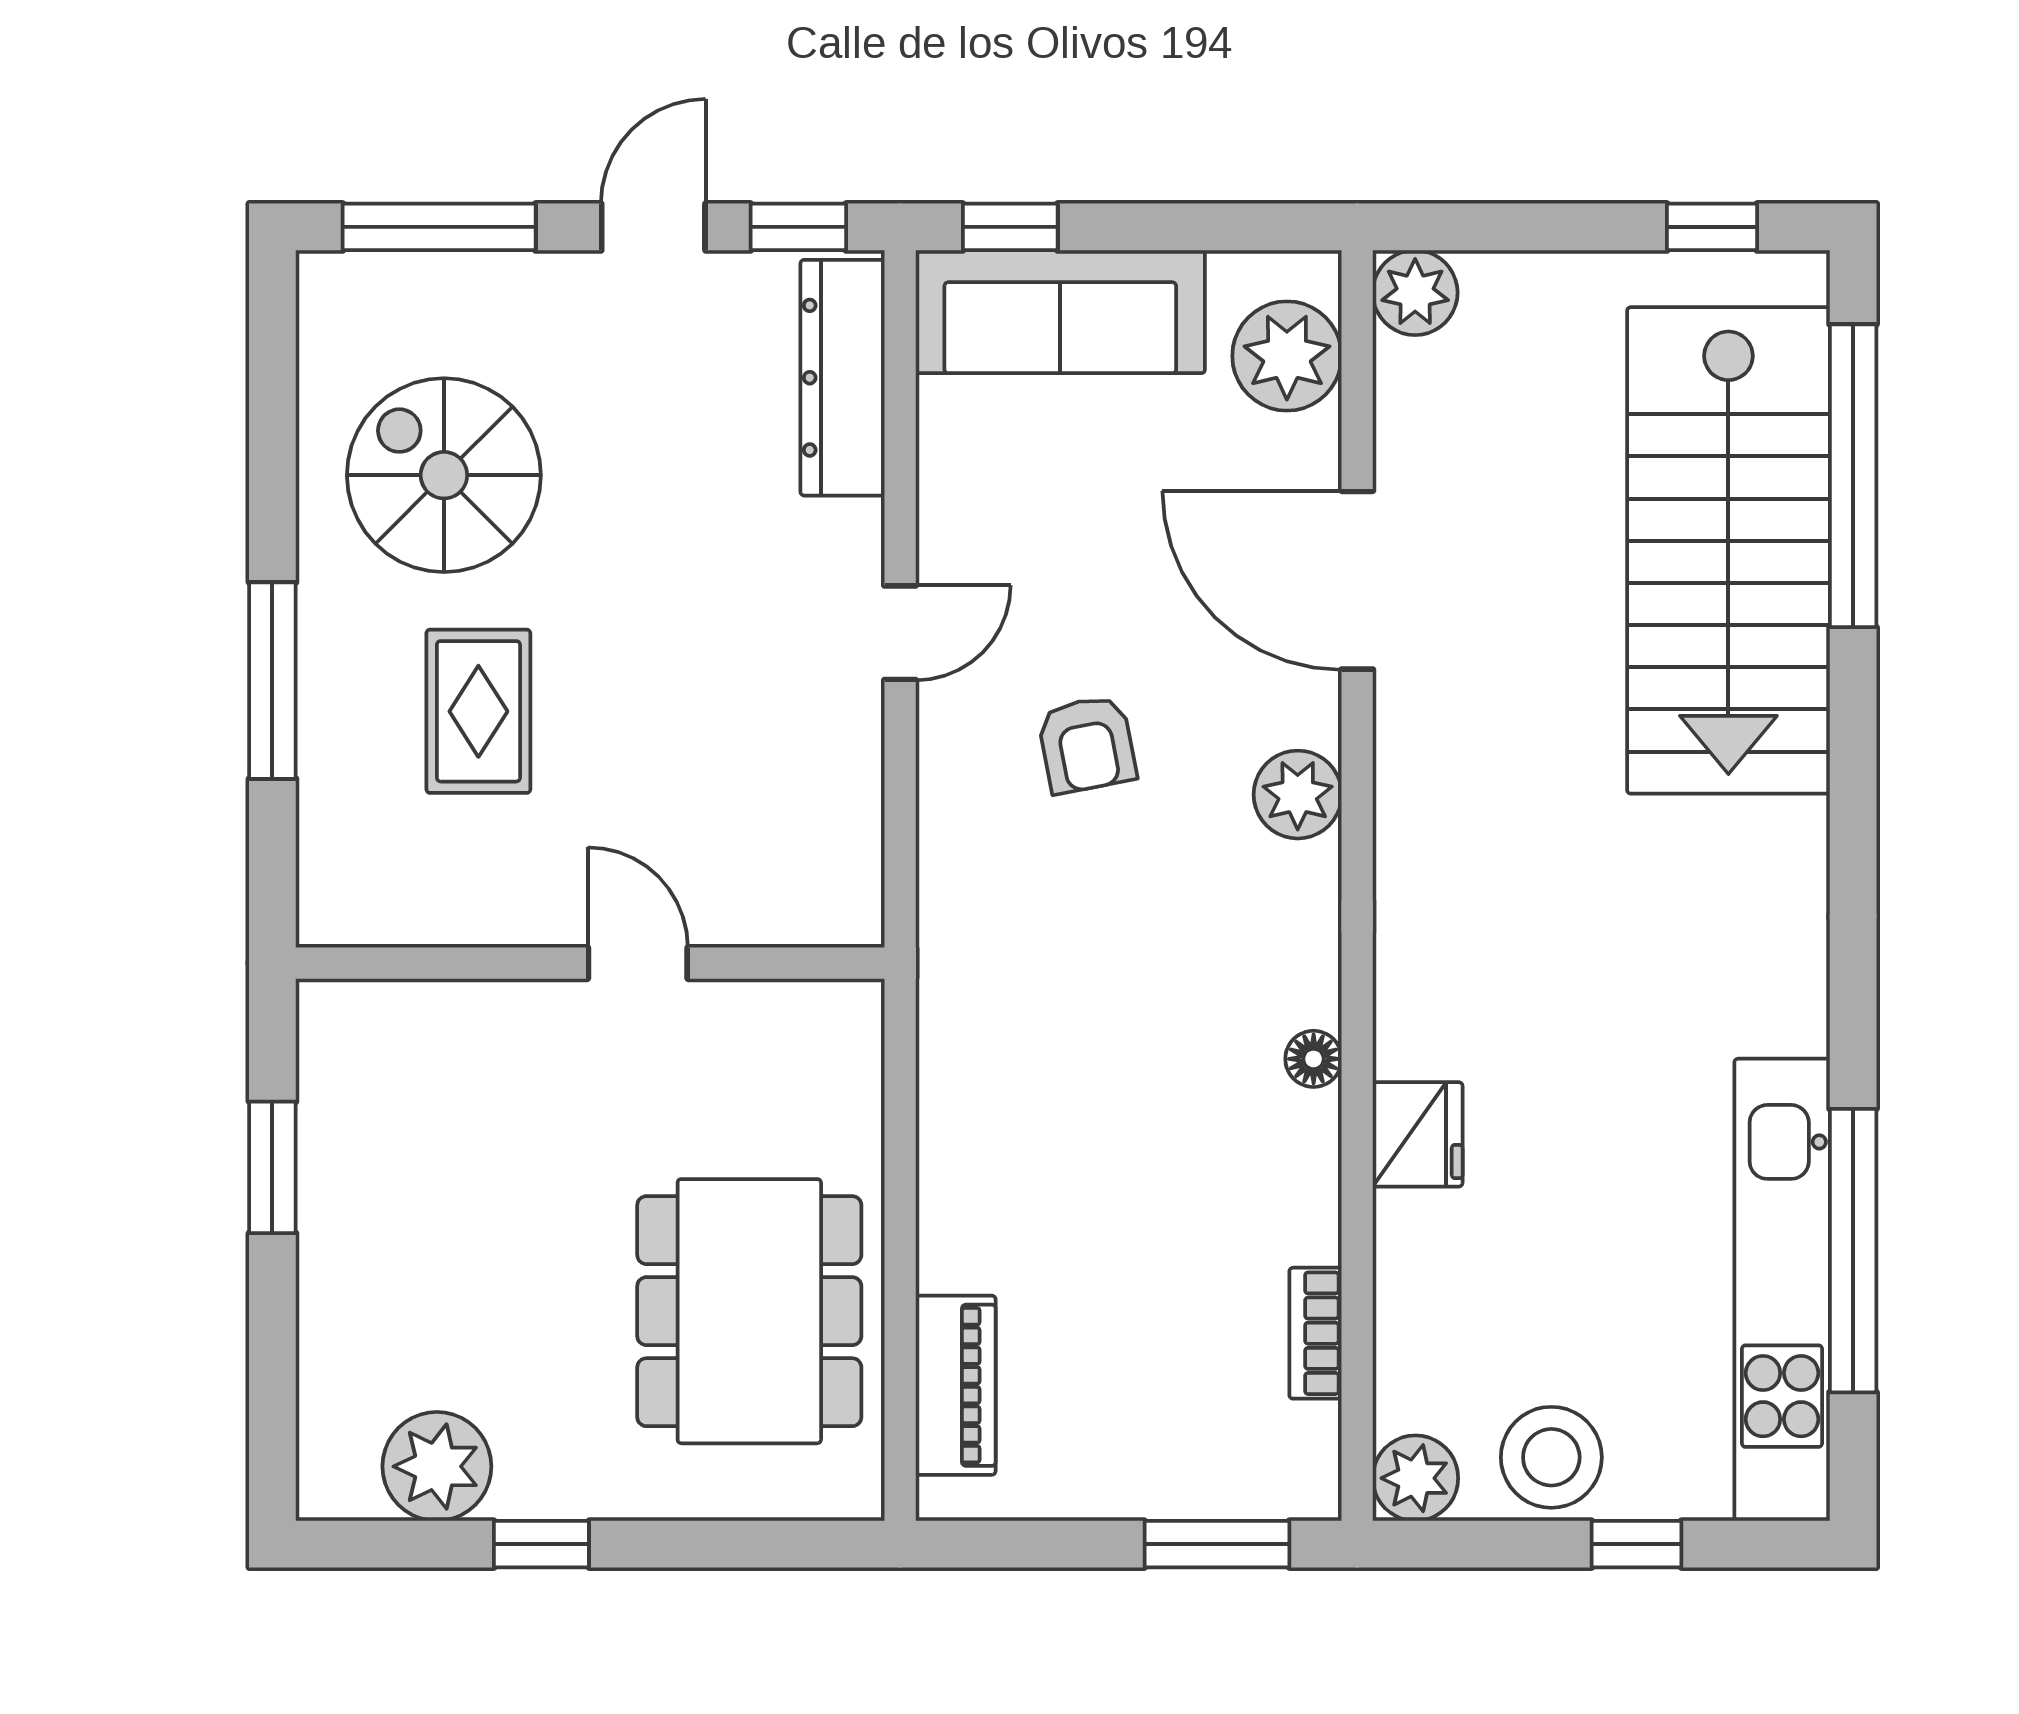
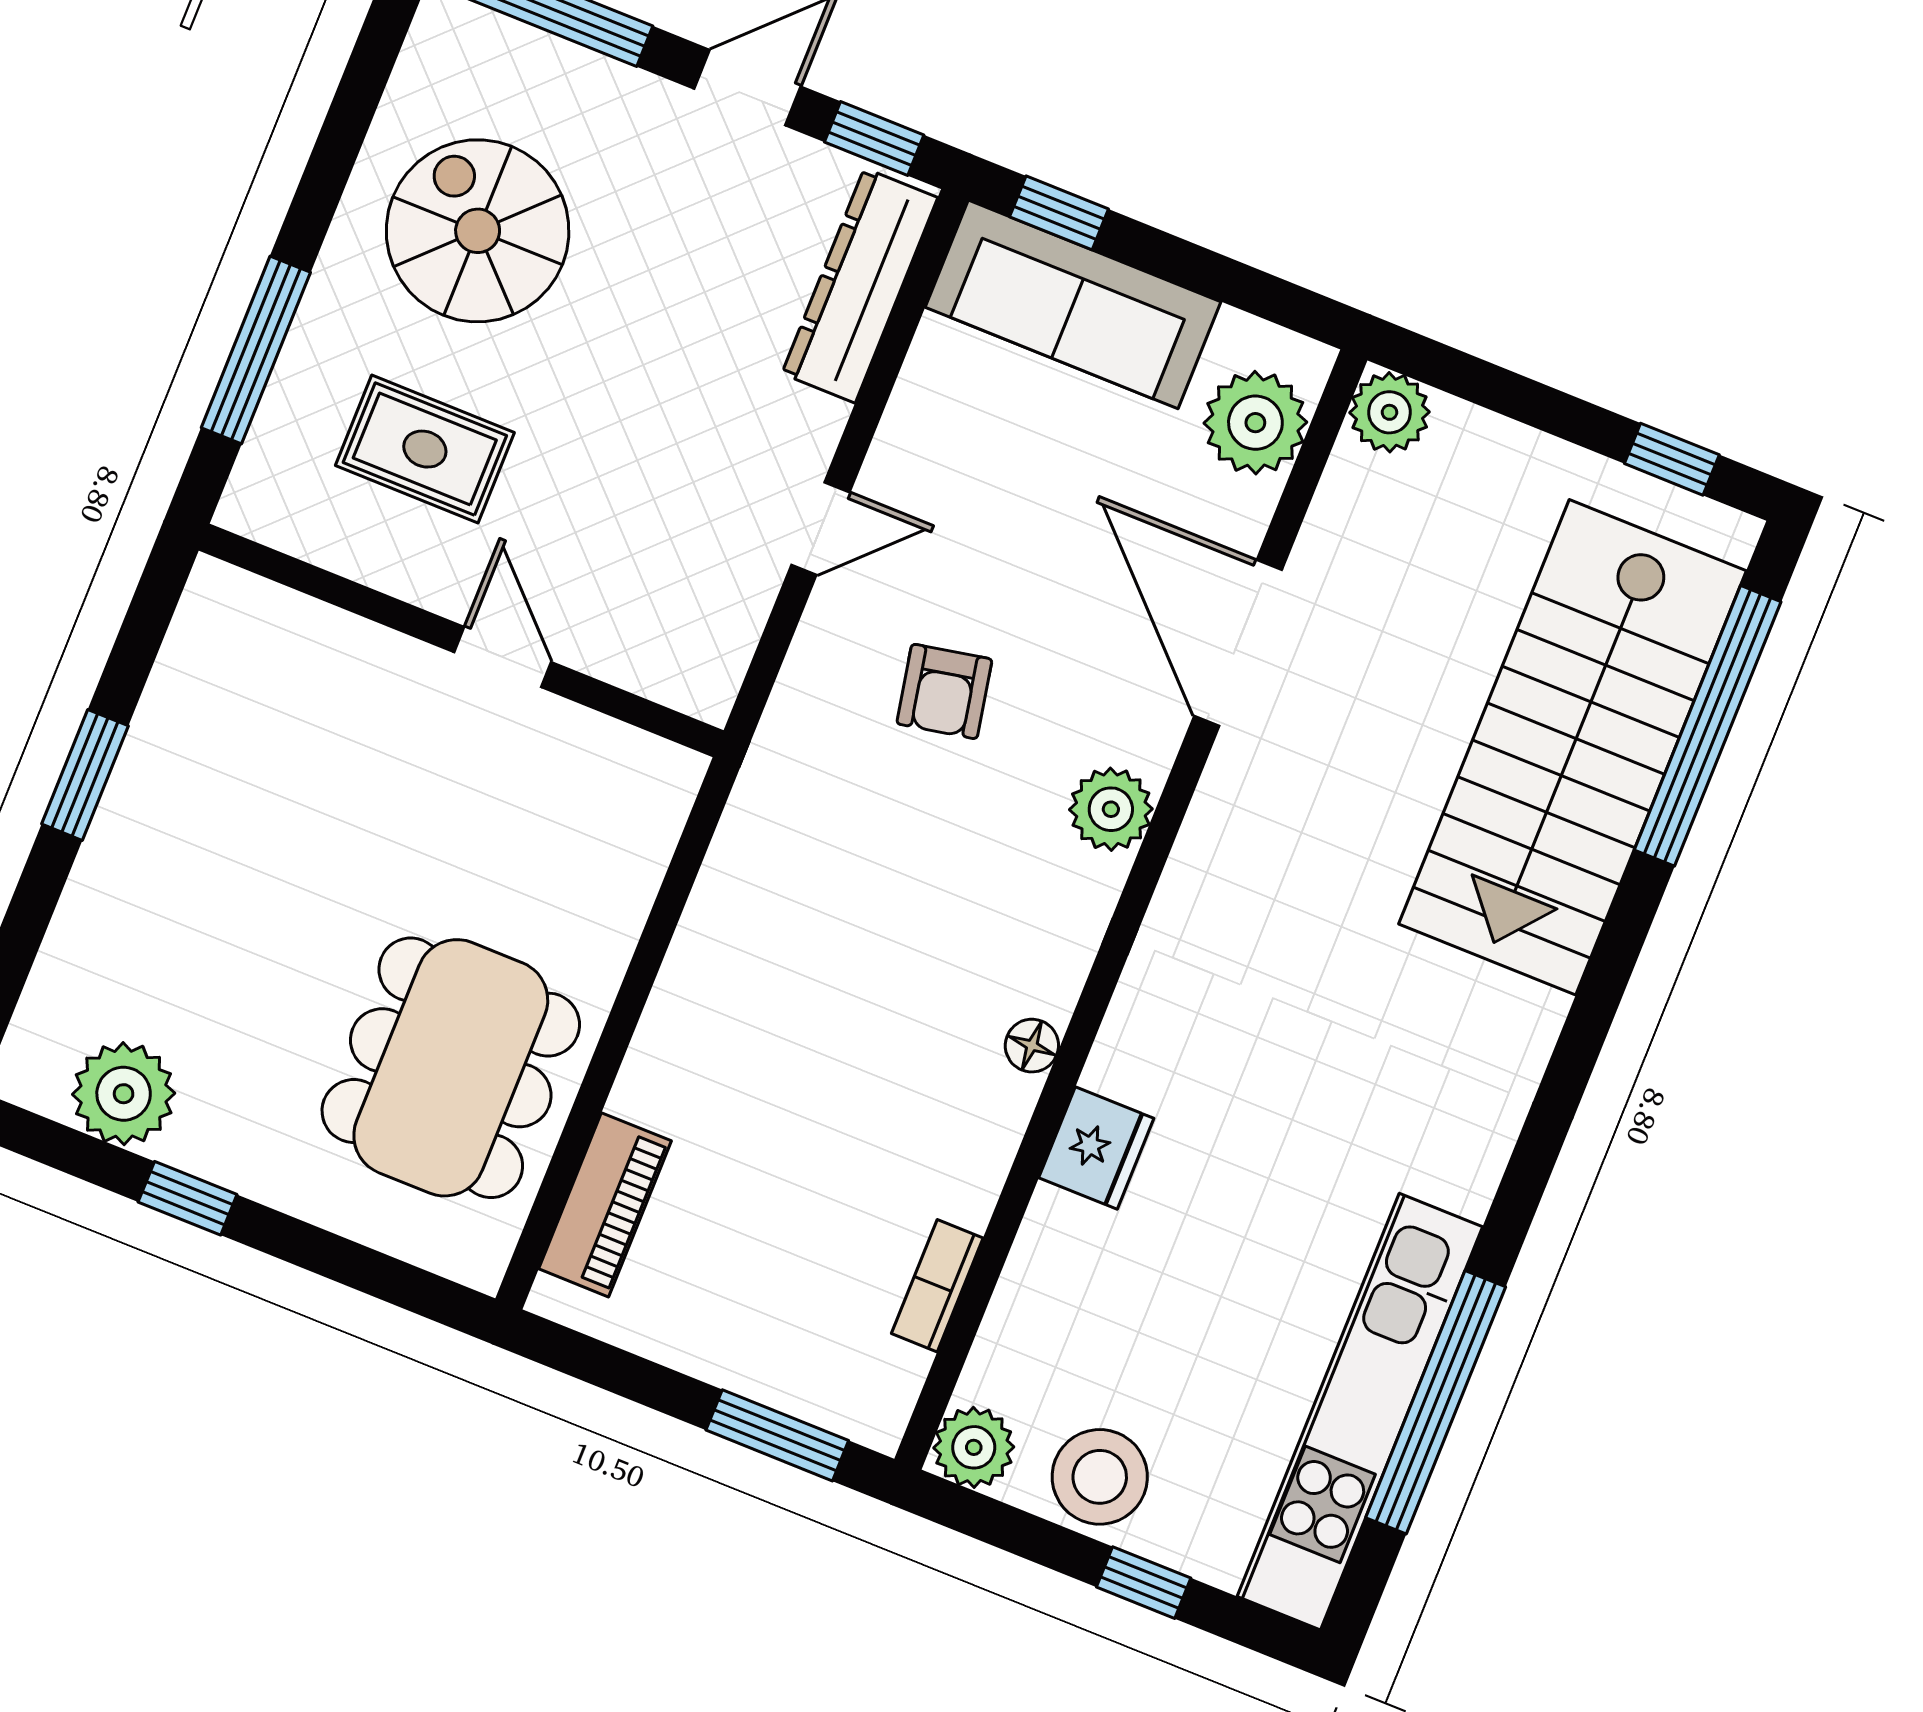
rug: (478, 711) -> (425, 449), turned 90
wall: (590, 963) -> (461, 640), moved
door: (638, 963) -> (503, 657), moved

